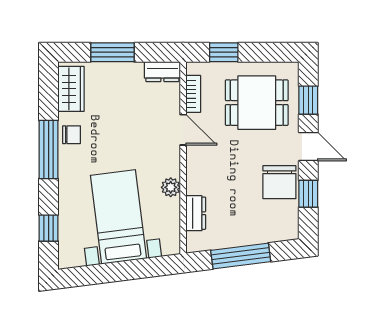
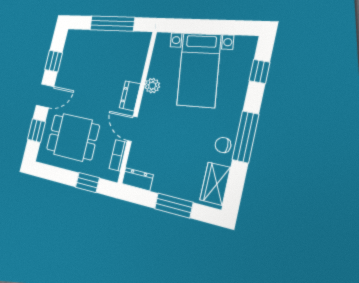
door: (308, 147) -> (45, 96), swing flipped
chair: (279, 182) -> (71, 74), removed
dresser: (196, 213) -> (130, 96), moved

